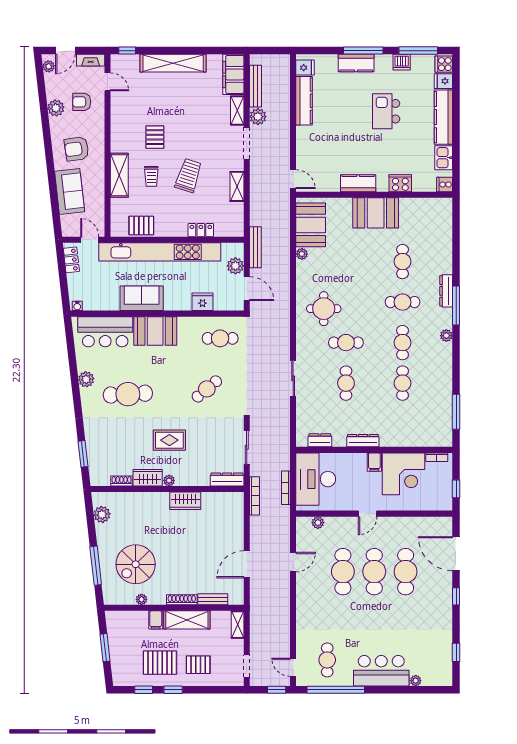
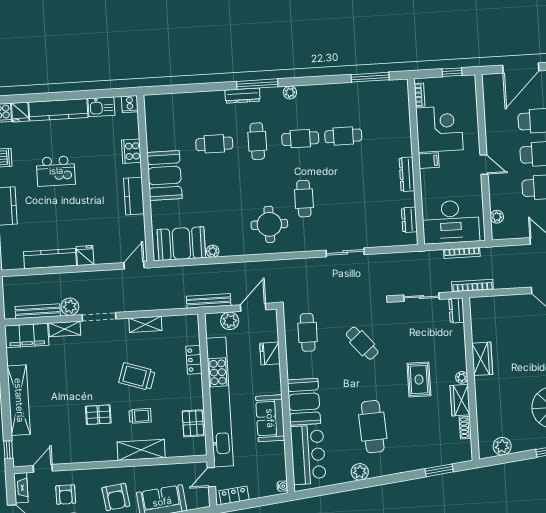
fridge: (305, 68) -> (85, 256), moved
cafe table: (346, 383) -> (347, 196), removed
dresser: (227, 480) -> (457, 310), width x0.70

